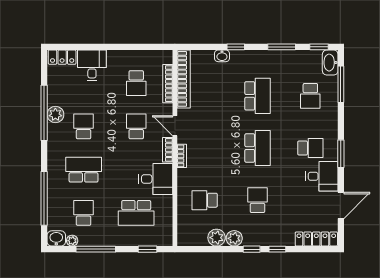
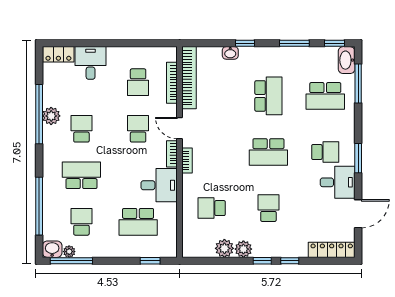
school desk: (310, 96) -> (325, 96), width x1.85
school desk: (257, 148) -> (268, 152), turned 90
window: (96, 249) -> (71, 261), moved

